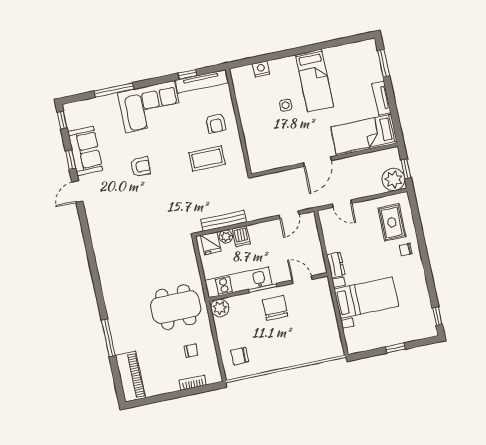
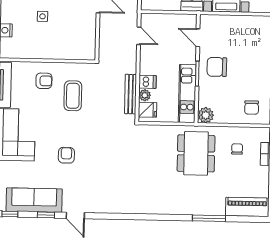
sofa: (85, 151) -> (34, 200), width x1.36
door: (302, 280) -> (198, 38), hinge flipped

